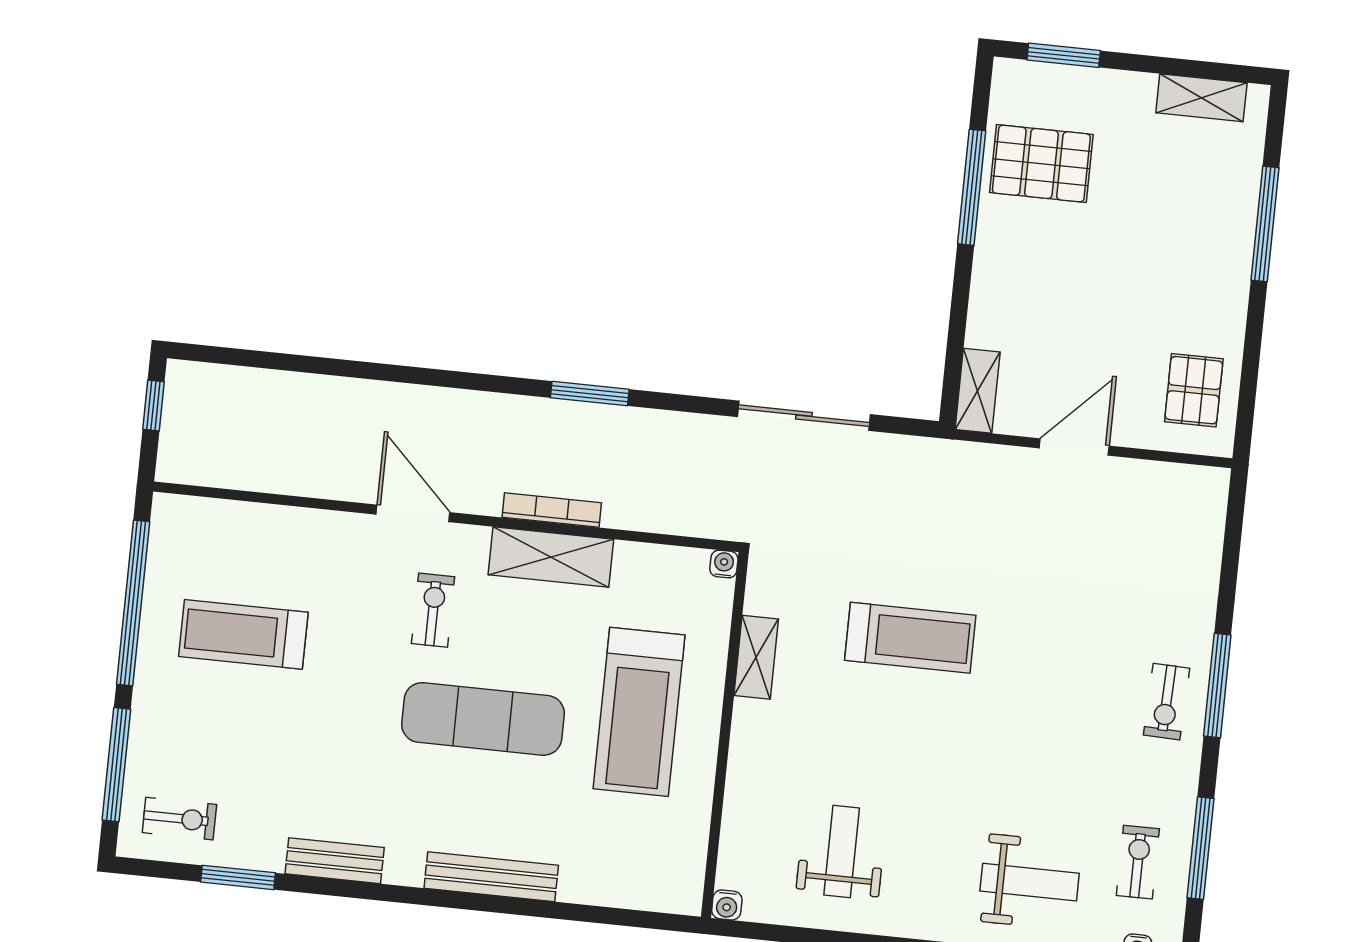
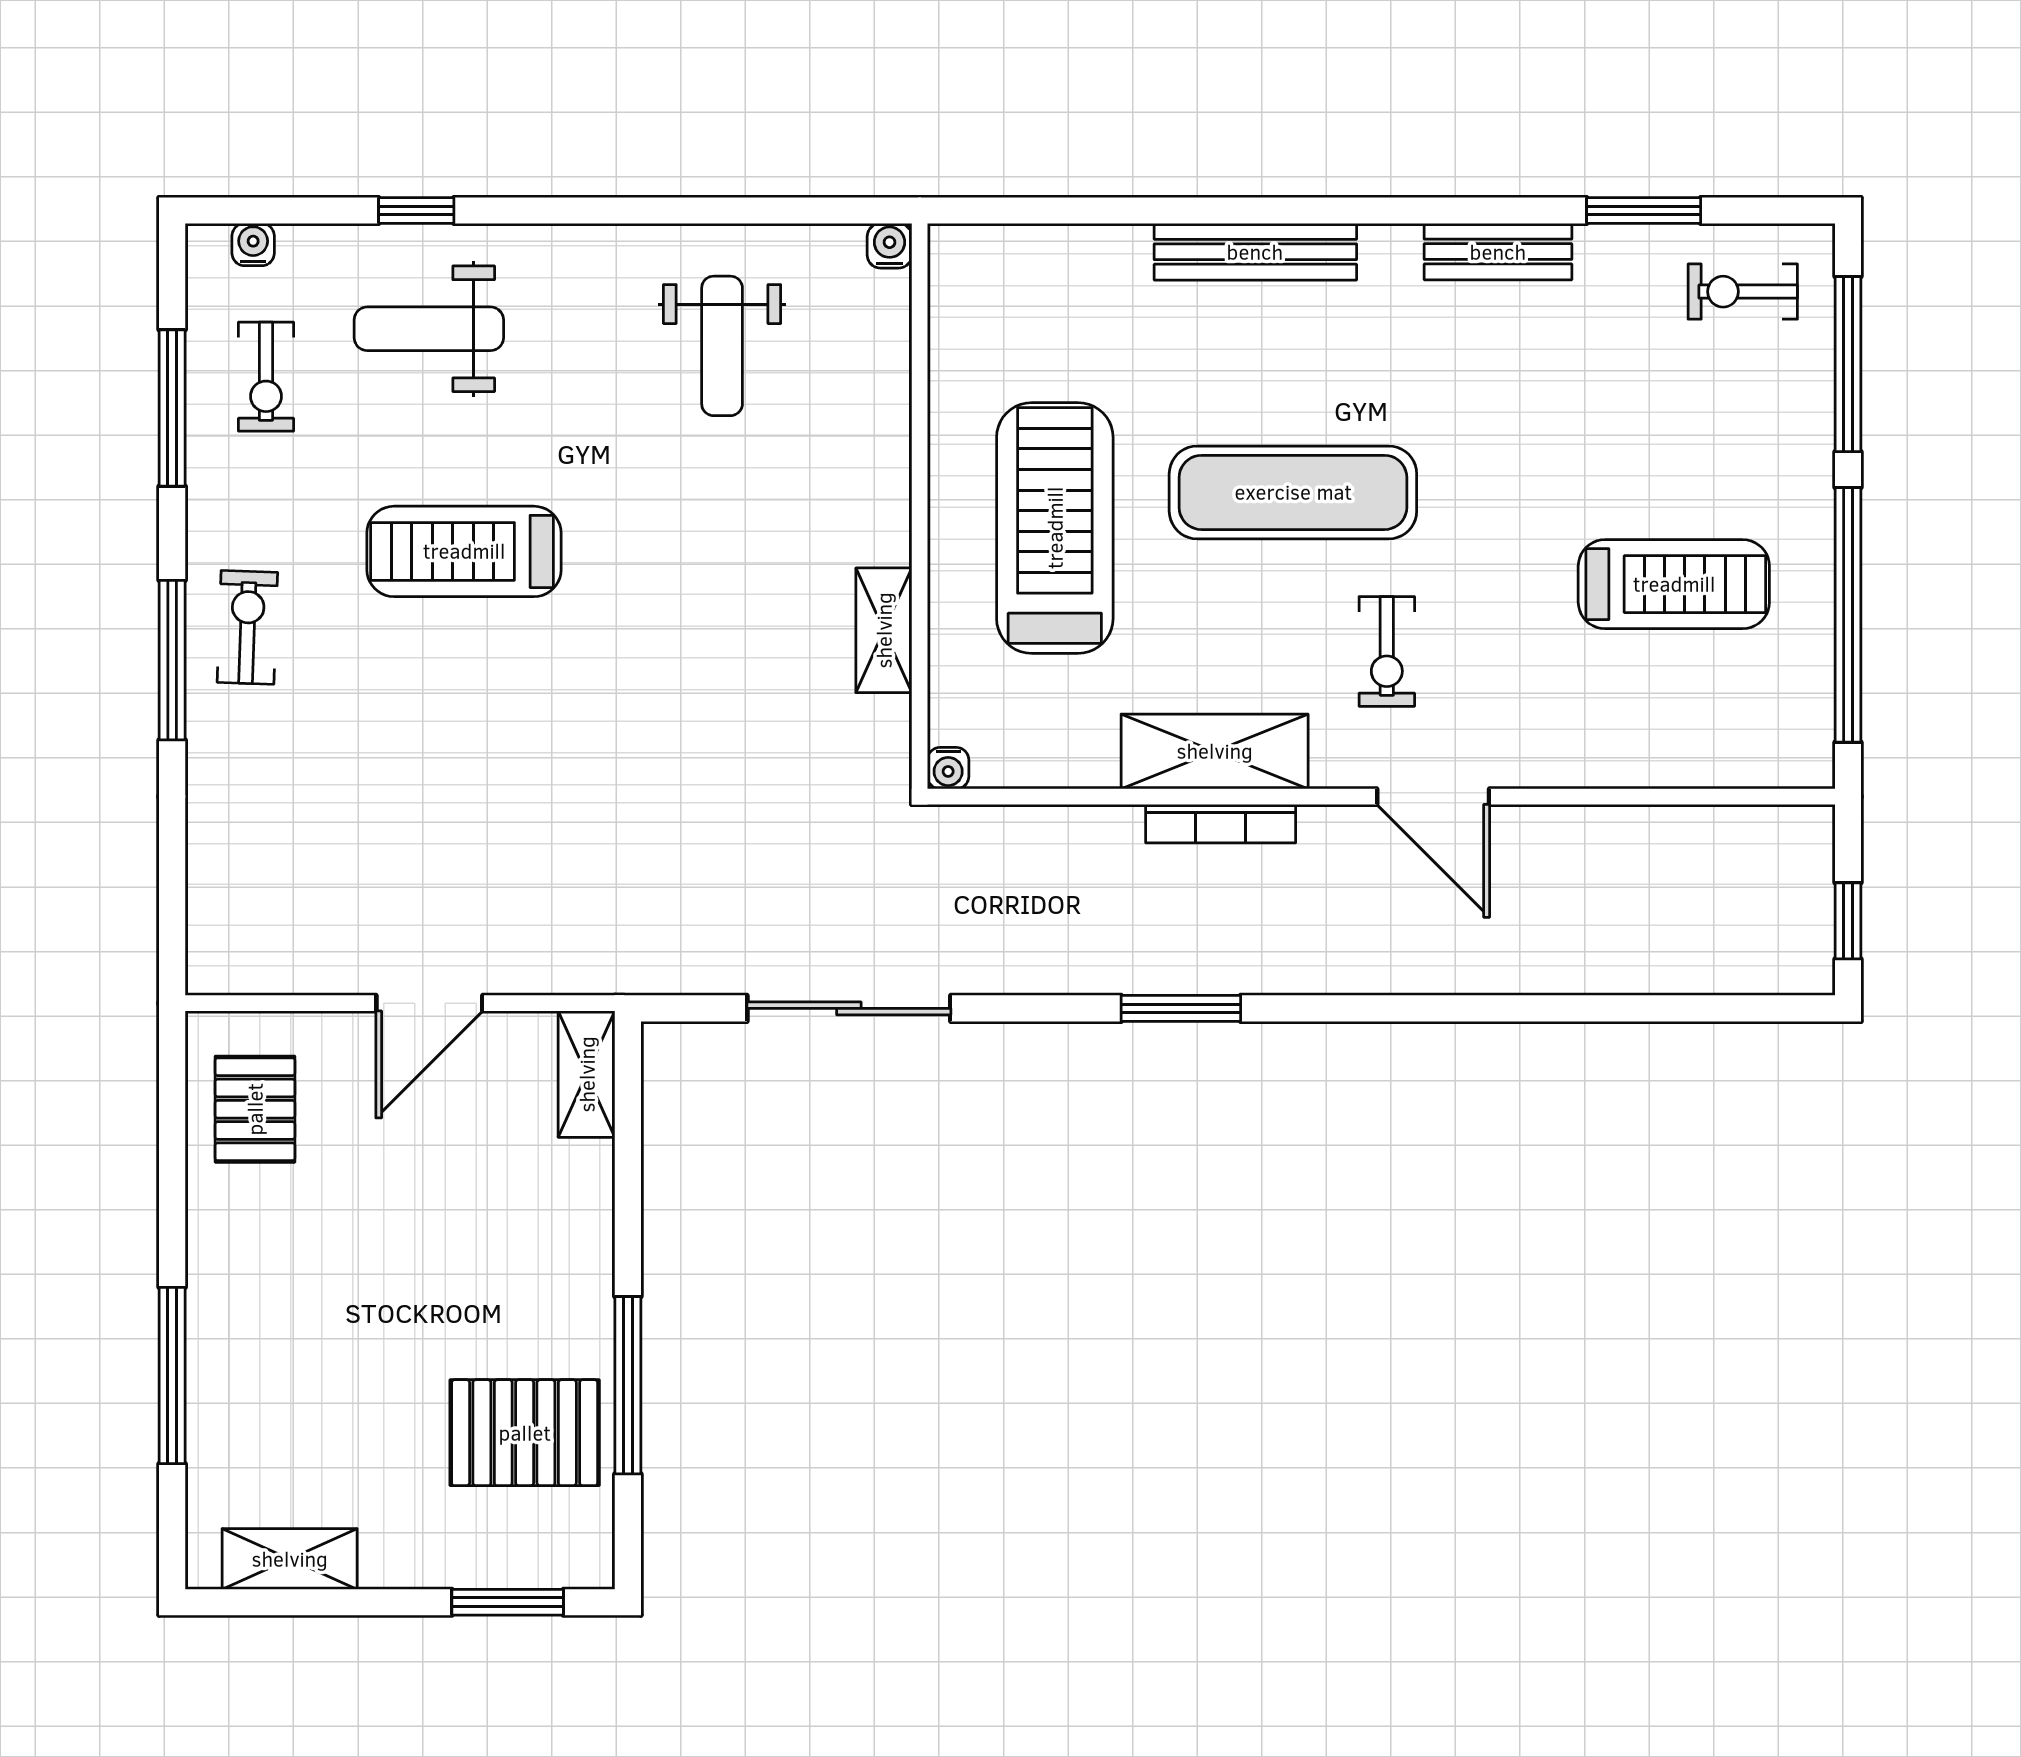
treadmill: (910, 638) -> (464, 551), moved

